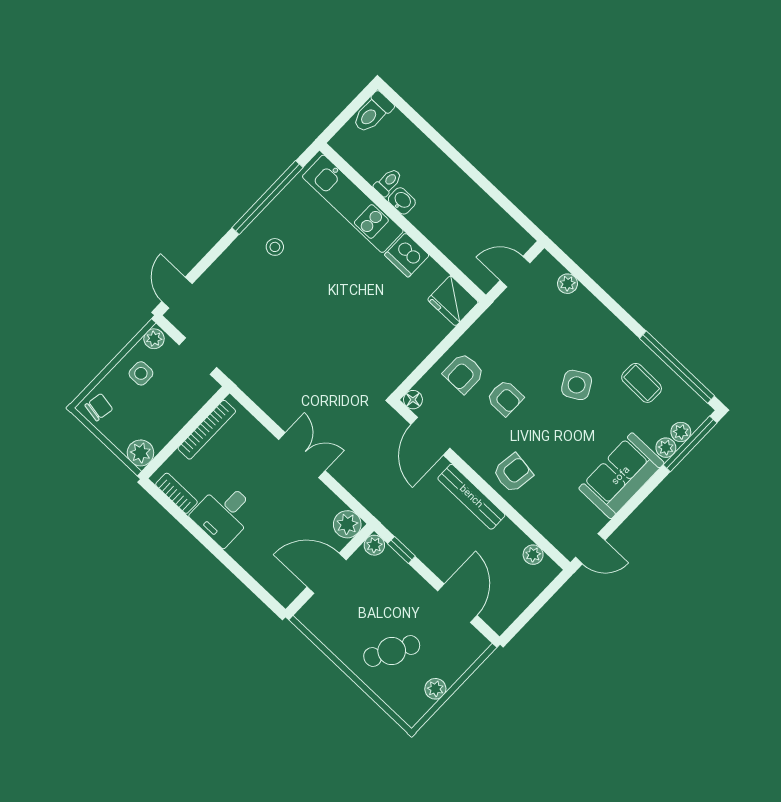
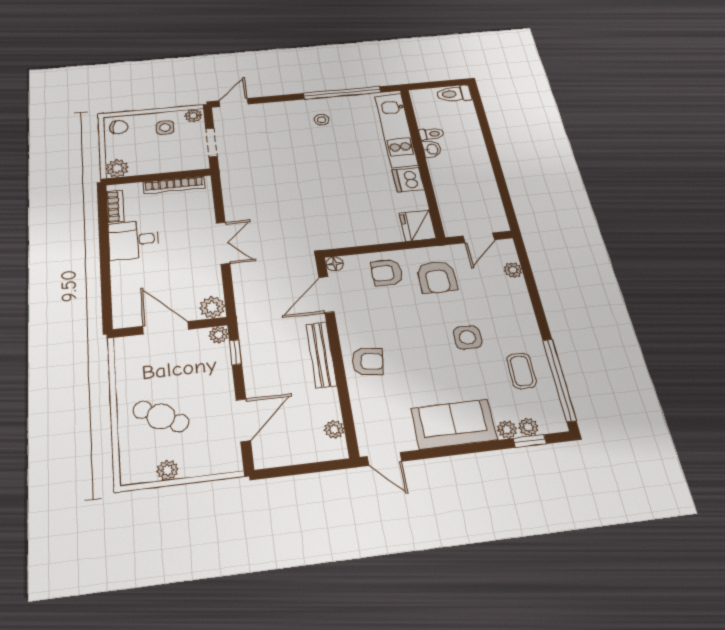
door: (515, 272) -> (479, 238), swing flipped
side table: (577, 385) -> (468, 337), turned 30
armchair: (505, 398) -> (437, 277), moved, width x1.38, depth x1.38
window: (690, 444) -> (530, 441), width x0.46

